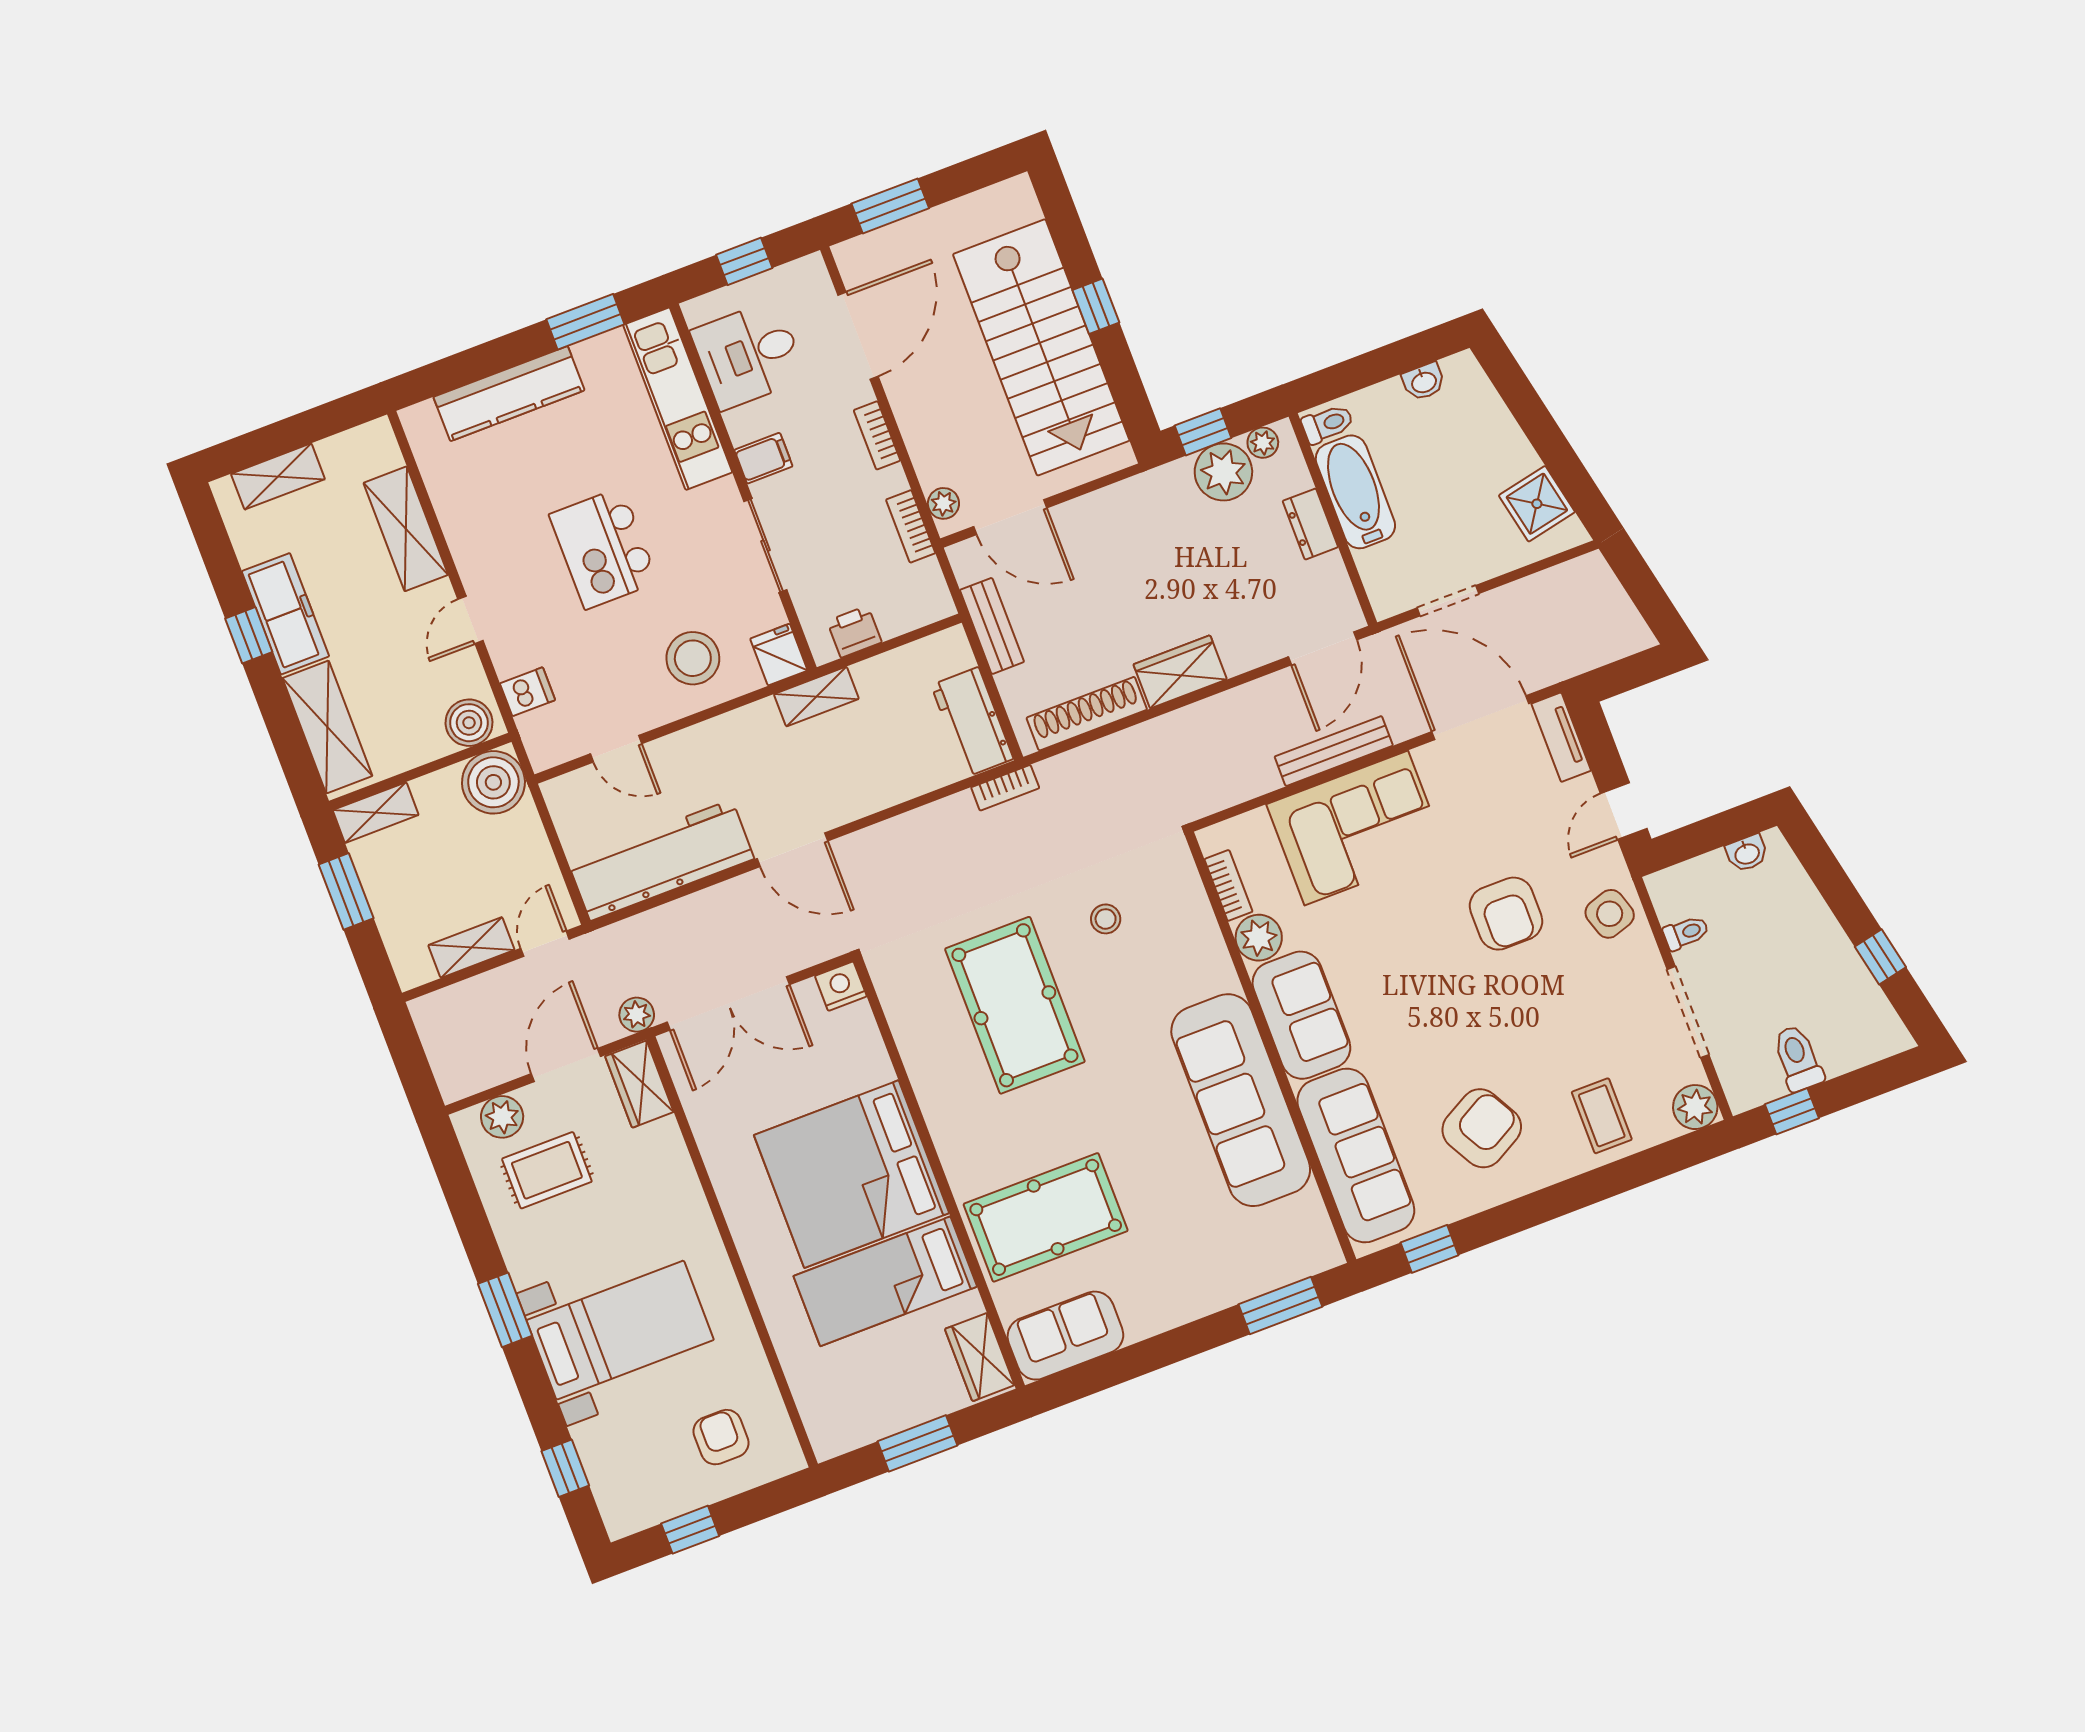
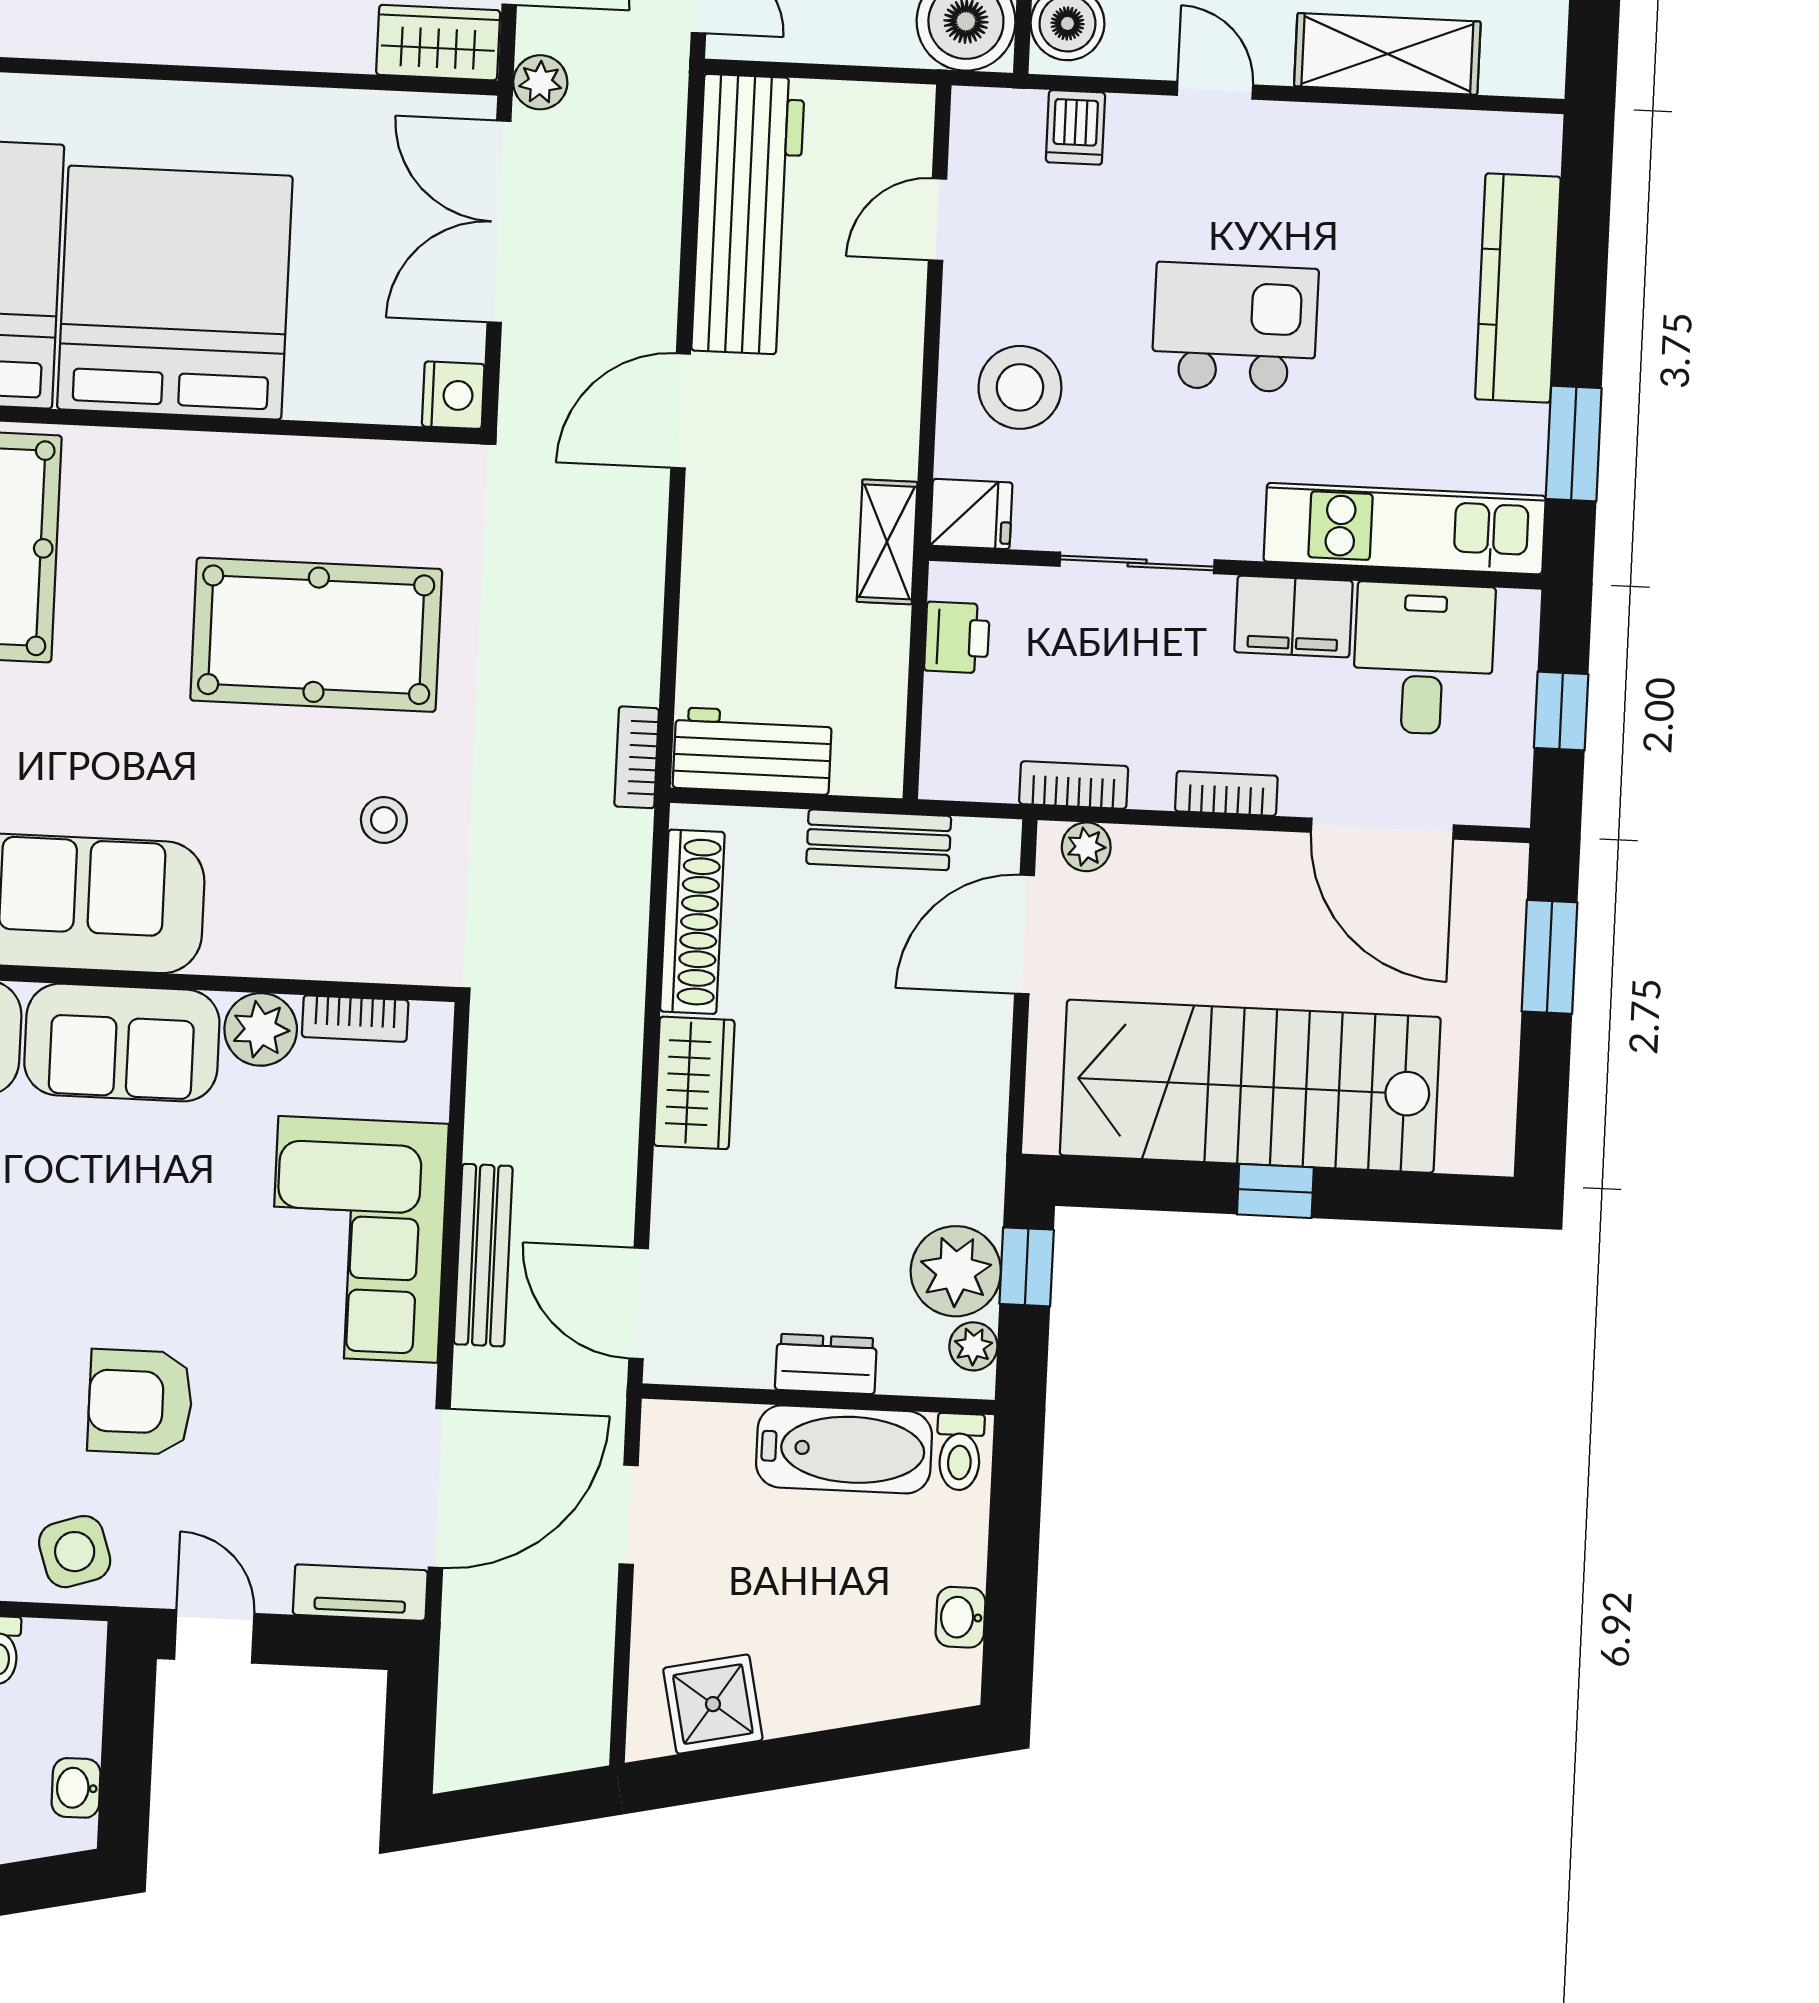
filing cabinet: (763, 458) -> (1294, 616), width x2.00

